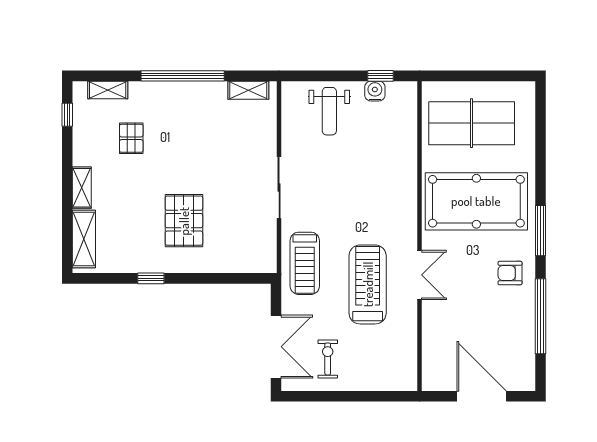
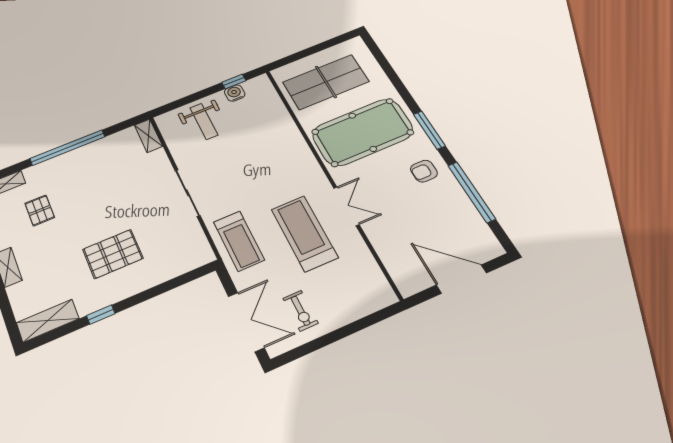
shelving: (248, 90) -> (148, 136), moved, turned 90
pallet: (184, 221) -> (113, 254), turned 90
shelving: (84, 239) -> (48, 321), moved, turned 90
exercise bike: (328, 359) -> (301, 311), turned 180

